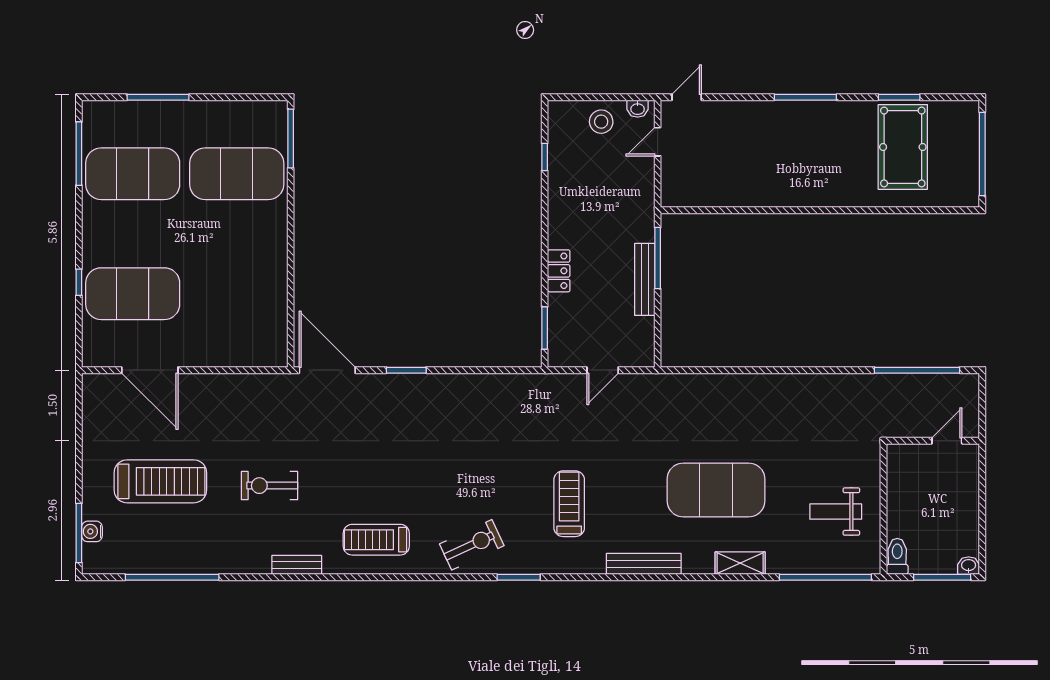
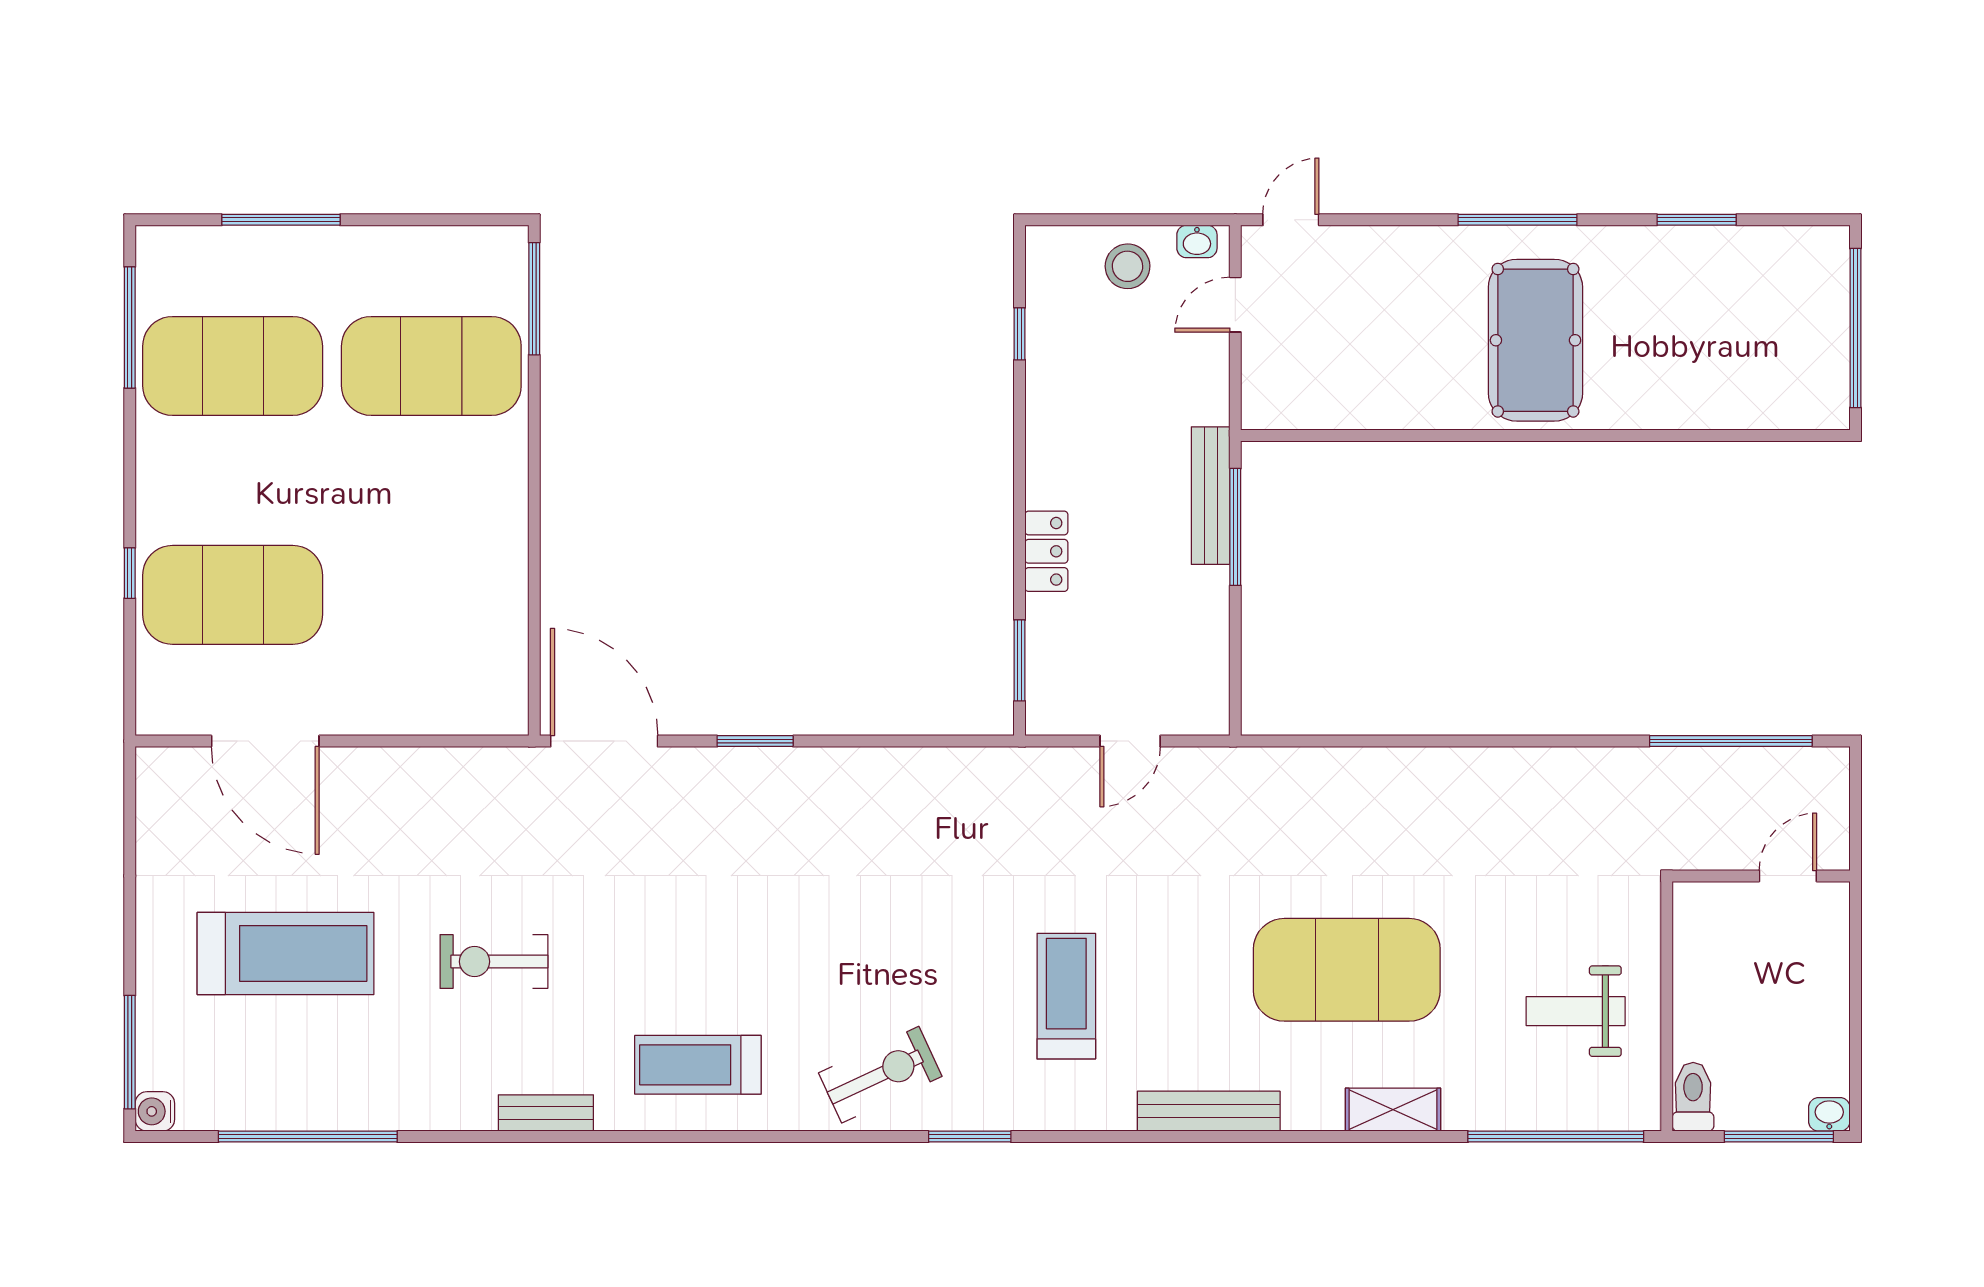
pool table: (903, 147) -> (1535, 340), moved
bench: (645, 279) -> (1211, 496), moved
water cooler: (92, 531) -> (155, 1111), moved

